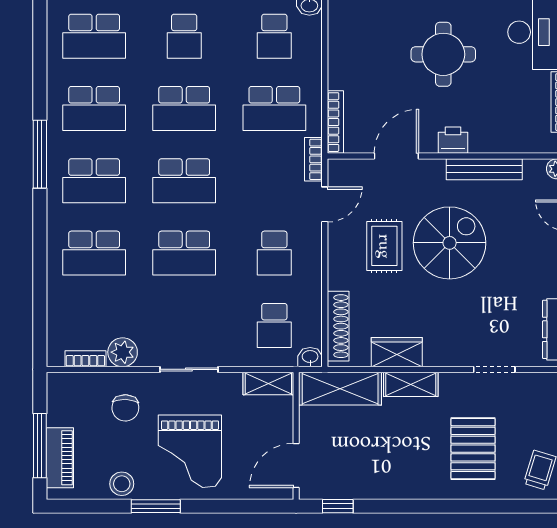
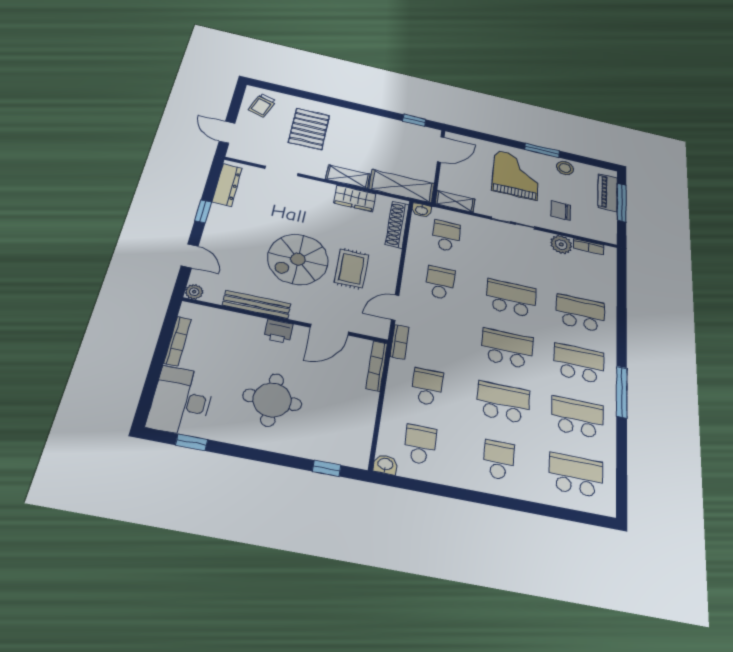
school desk: (274, 108) -> (427, 387), width x0.54
chair: (125, 408) -> (561, 211), turned -92

